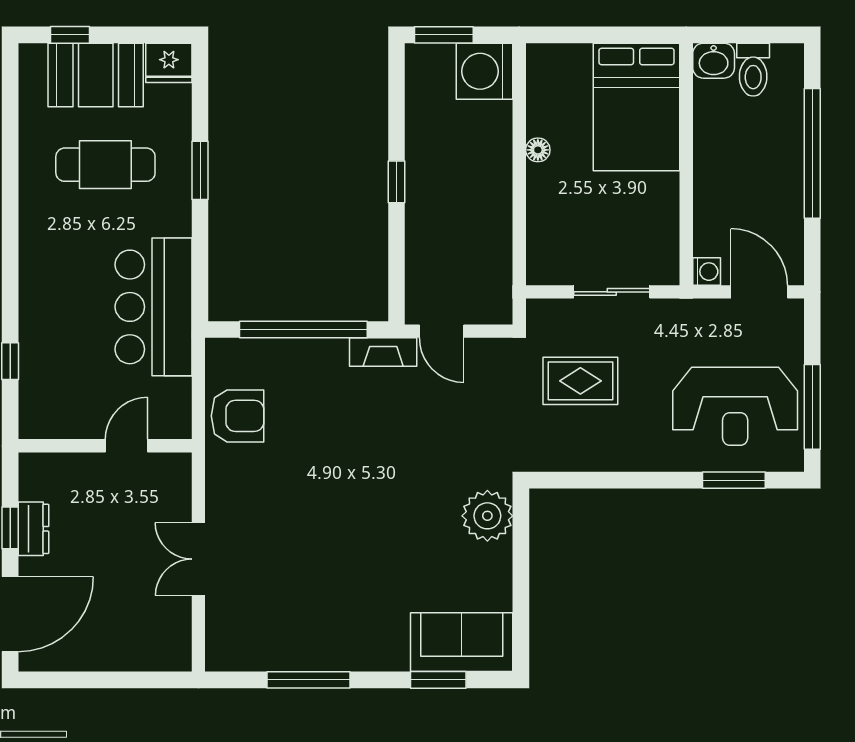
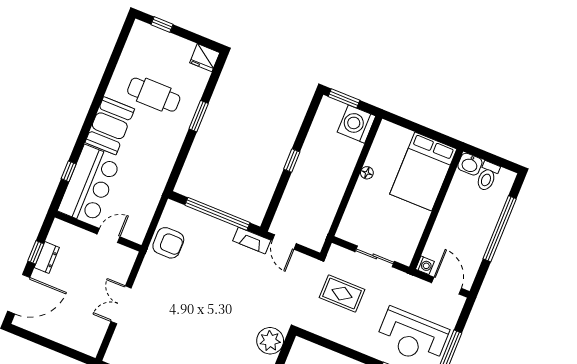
booth: (96, 75) -> (110, 126), moved, turned 90
bar counter: (154, 307) -> (89, 185), moved, turned 180

